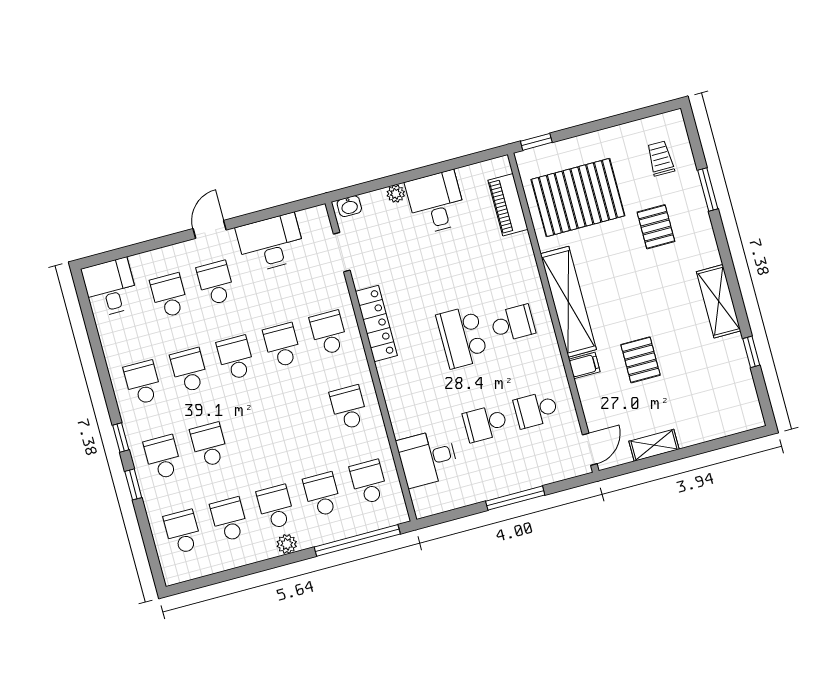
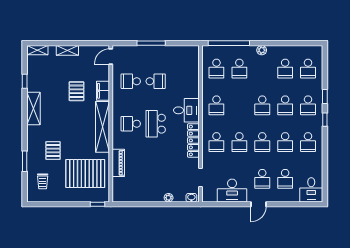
desk: (436, 202) -> (151, 189), removed
piano: (508, 205) -> (118, 163), moved
school desk: (462, 337) -> (156, 124), turned 180
filing cabinet: (584, 365) -> (103, 91), width x2.00
school desk: (536, 410) -> (131, 81), turned 180
shelving: (742, 422) -> (37, 50), added
shelving: (654, 445) -> (67, 50), moved
desk: (428, 458) -> (186, 110), moved
school desk: (276, 507) -> (262, 105), moved

